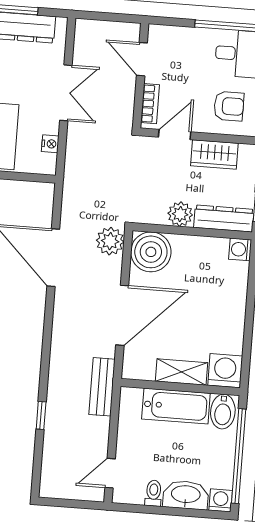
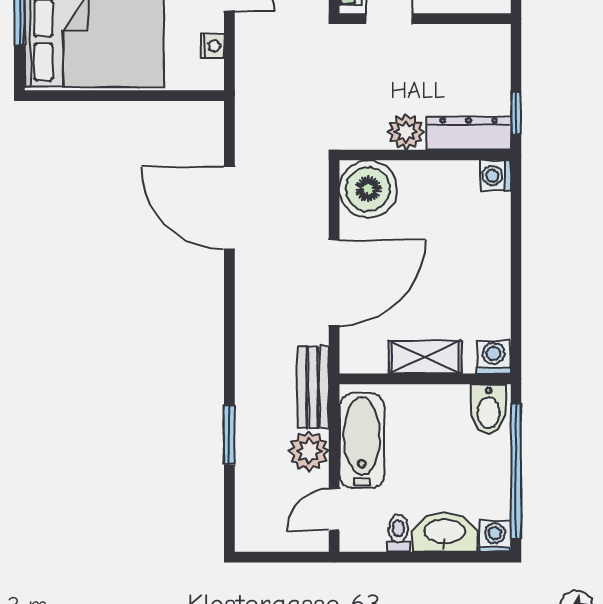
wardrobe: (214, 154) -> (448, 43), removed
plant: (110, 241) -> (309, 451), moved
washing machine: (225, 371) -> (493, 357), width x0.73, depth x0.73
bathtub: (176, 406) -> (362, 441), moved, turned -90
window: (41, 415) -> (229, 435), width x1.50

